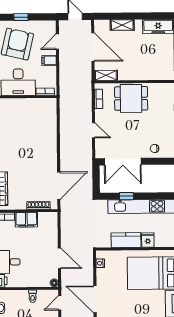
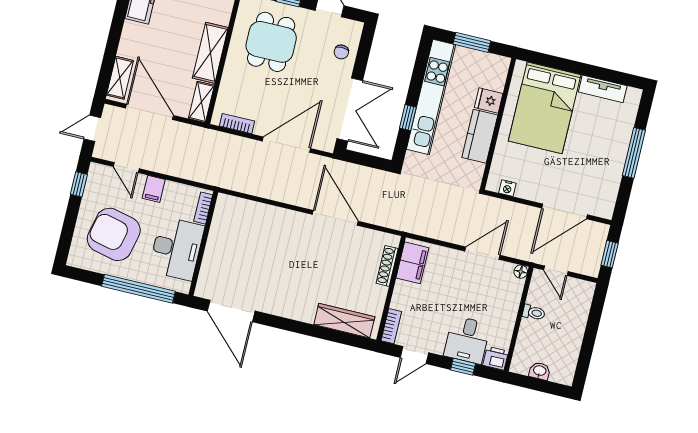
window: (21, 17) -> (79, 184), moved
shelving: (122, 25) -> (120, 78), moved
door: (93, 47) -> (149, 112), hinge flipped
shelving: (135, 73) -> (210, 53), added
dining table: (131, 98) -> (271, 42), moved
door: (94, 130) -> (286, 145), width x1.88
door: (59, 186) -> (335, 218), moved
filing cabinet: (26, 220) -> (412, 263), moved

